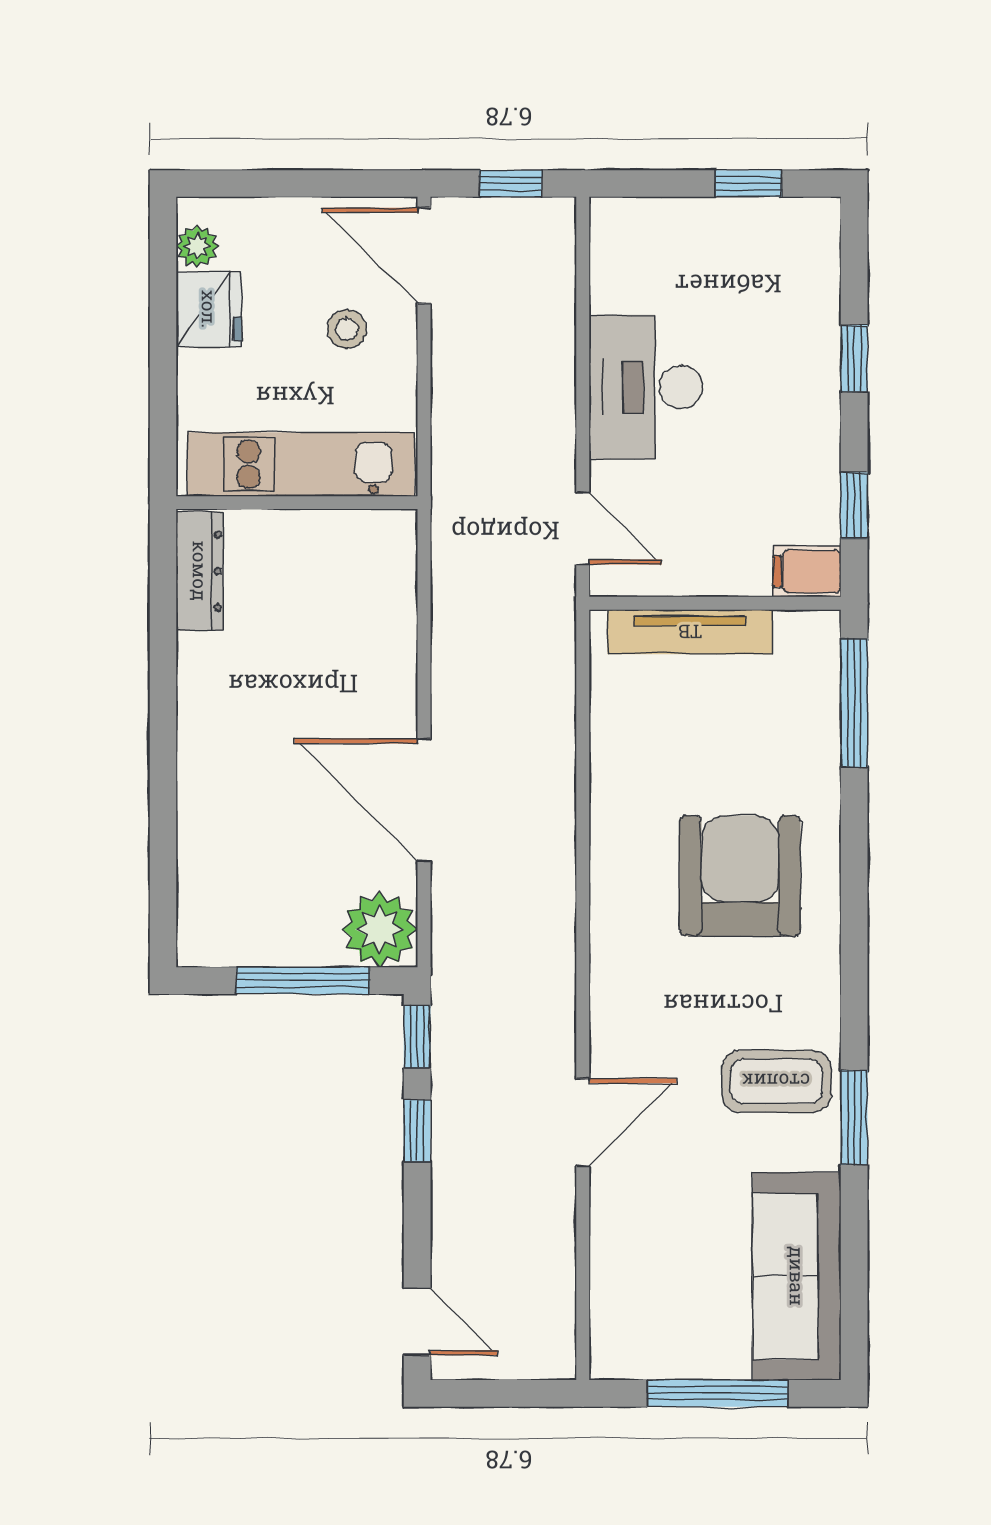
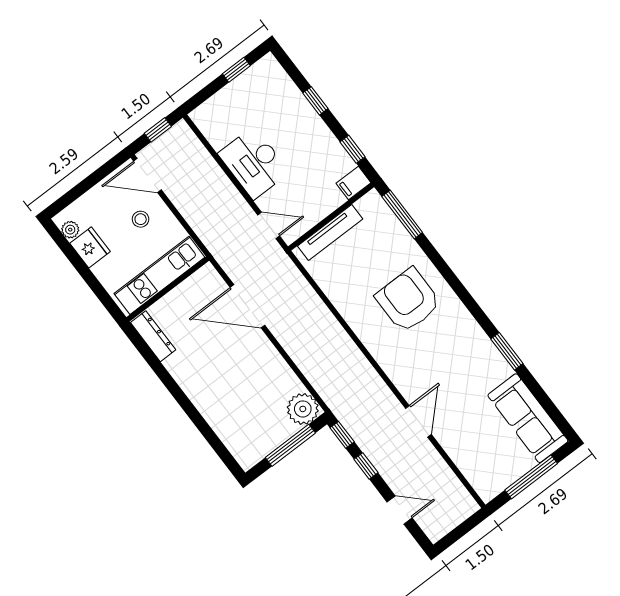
door: (424, 800) -> (247, 306), moved
coffee table: (776, 1081) -> (472, 359), removed
door: (417, 1322) -> (400, 510), moved

